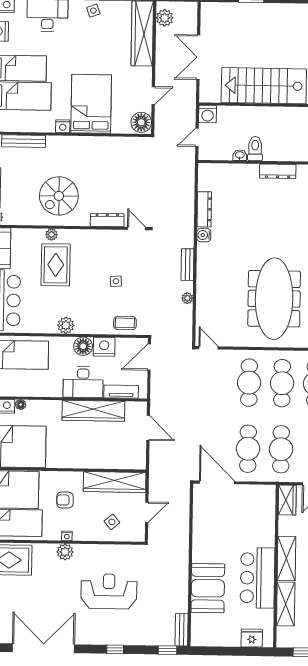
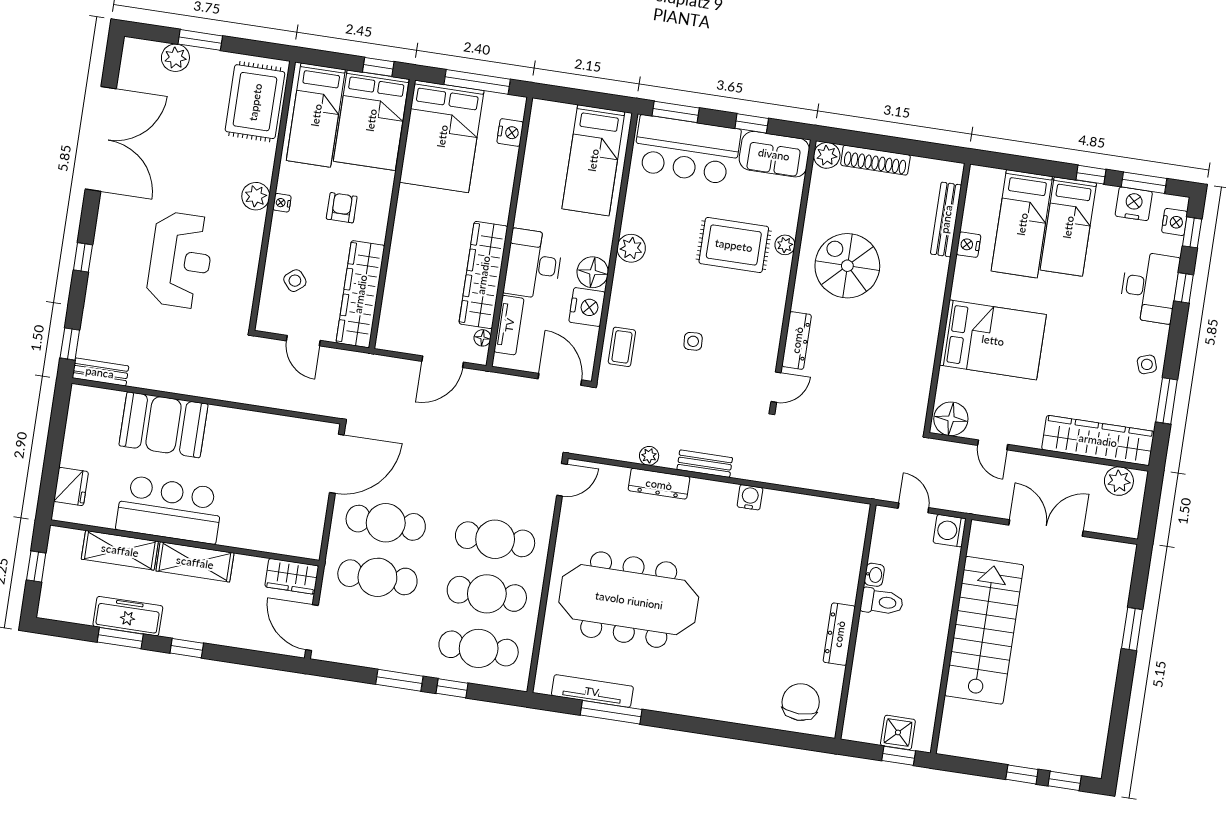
nightstand: (63, 126) -> (969, 245), moved
dresser: (204, 209) -> (659, 484), moved
floor lamp: (21, 405) -> (482, 338), moved

